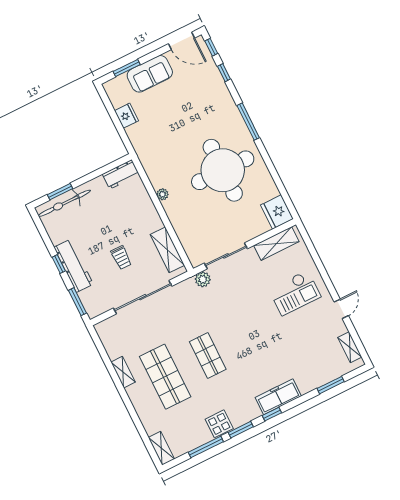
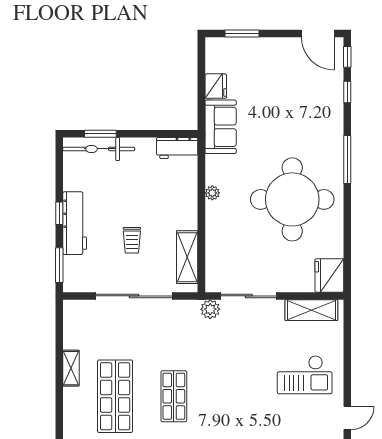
sofa: (150, 74) -> (221, 127), moved, turned -90

